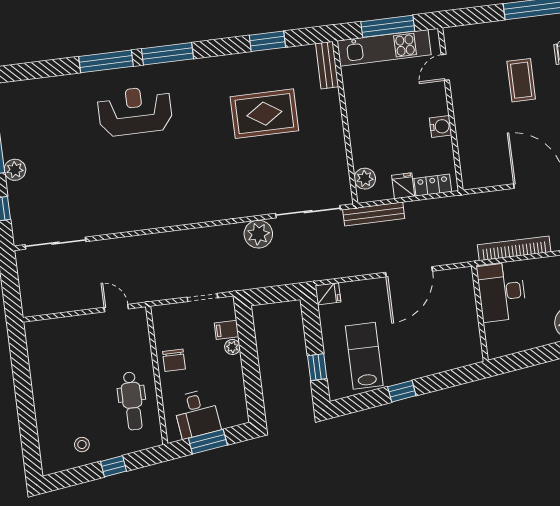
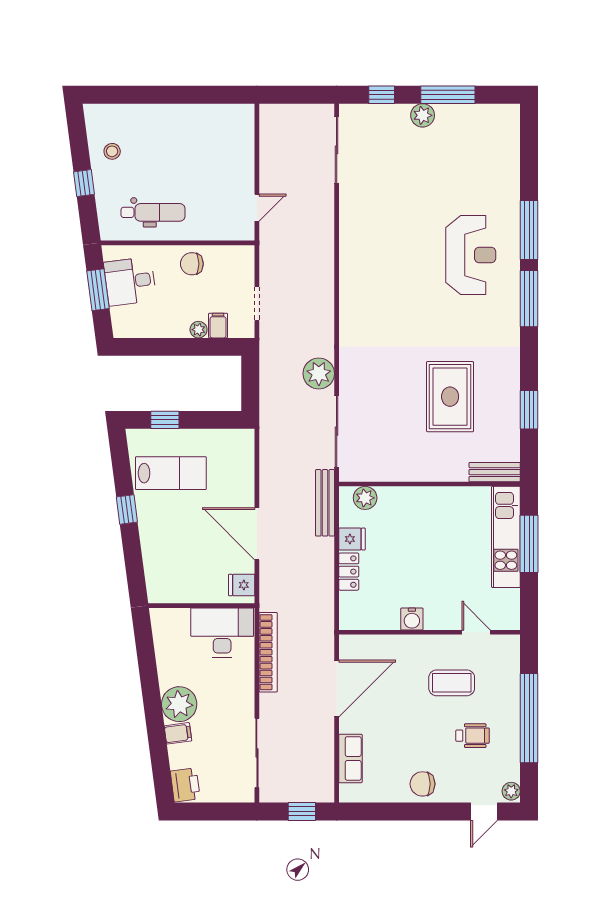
door: (445, 67) -> (476, 632), moved
wall: (450, 109) -> (429, 632), moved
water cooler: (440, 127) -> (412, 619), moved
fridge: (328, 294) -> (242, 585), moved, turned 90
dental chair: (132, 401) -> (153, 212), turned 180

